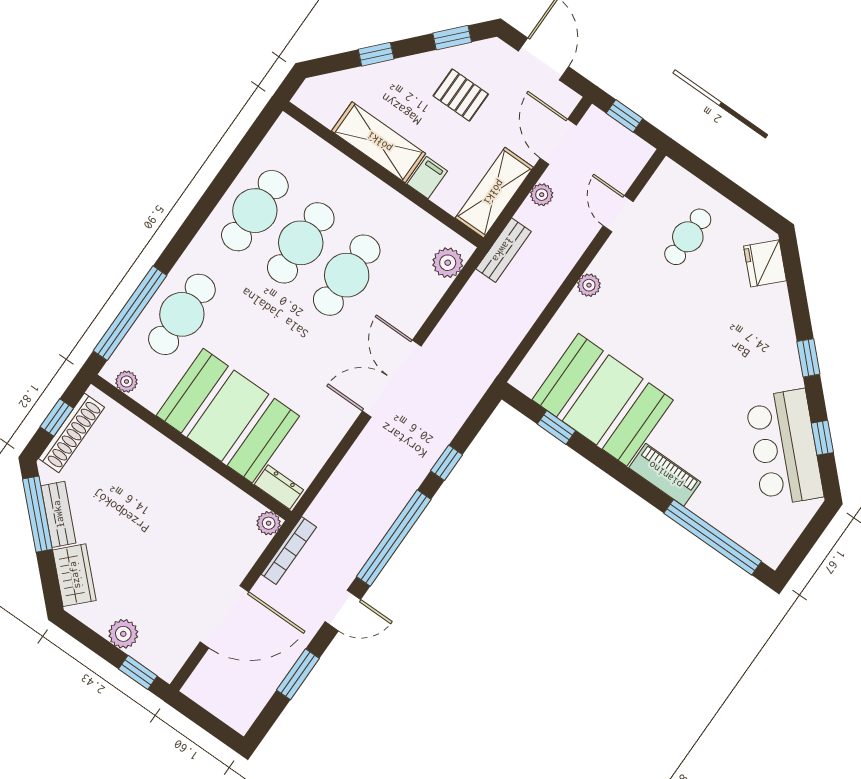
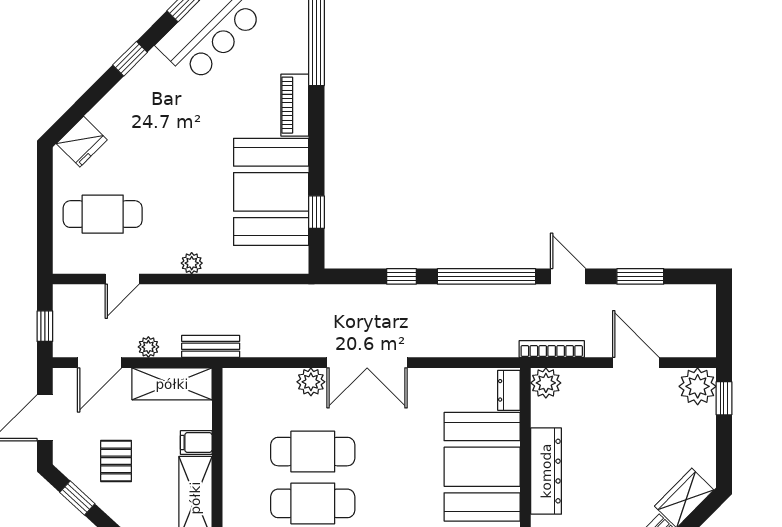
cafe table: (688, 237) -> (103, 214), width x1.37, depth x1.35
plant: (448, 263) -> (311, 382), moved
dresser: (184, 470) -> (546, 471), added
plant: (269, 523) -> (546, 383), width x1.38, depth x1.38
door: (224, 617) -> (636, 363), width x0.73
plant: (123, 634) -> (698, 386), moved, width x1.36, depth x1.36

